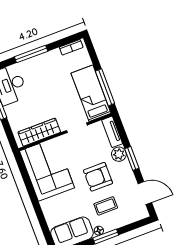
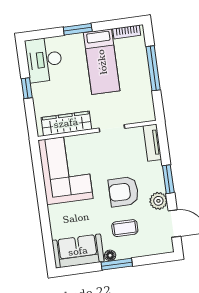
window: (31, 54) -> (78, 29), width x0.69
window: (105, 87) -> (153, 68), moved
bed: (91, 93) -> (102, 62), moved, turned 180
plant: (119, 154) -> (158, 201), moved

